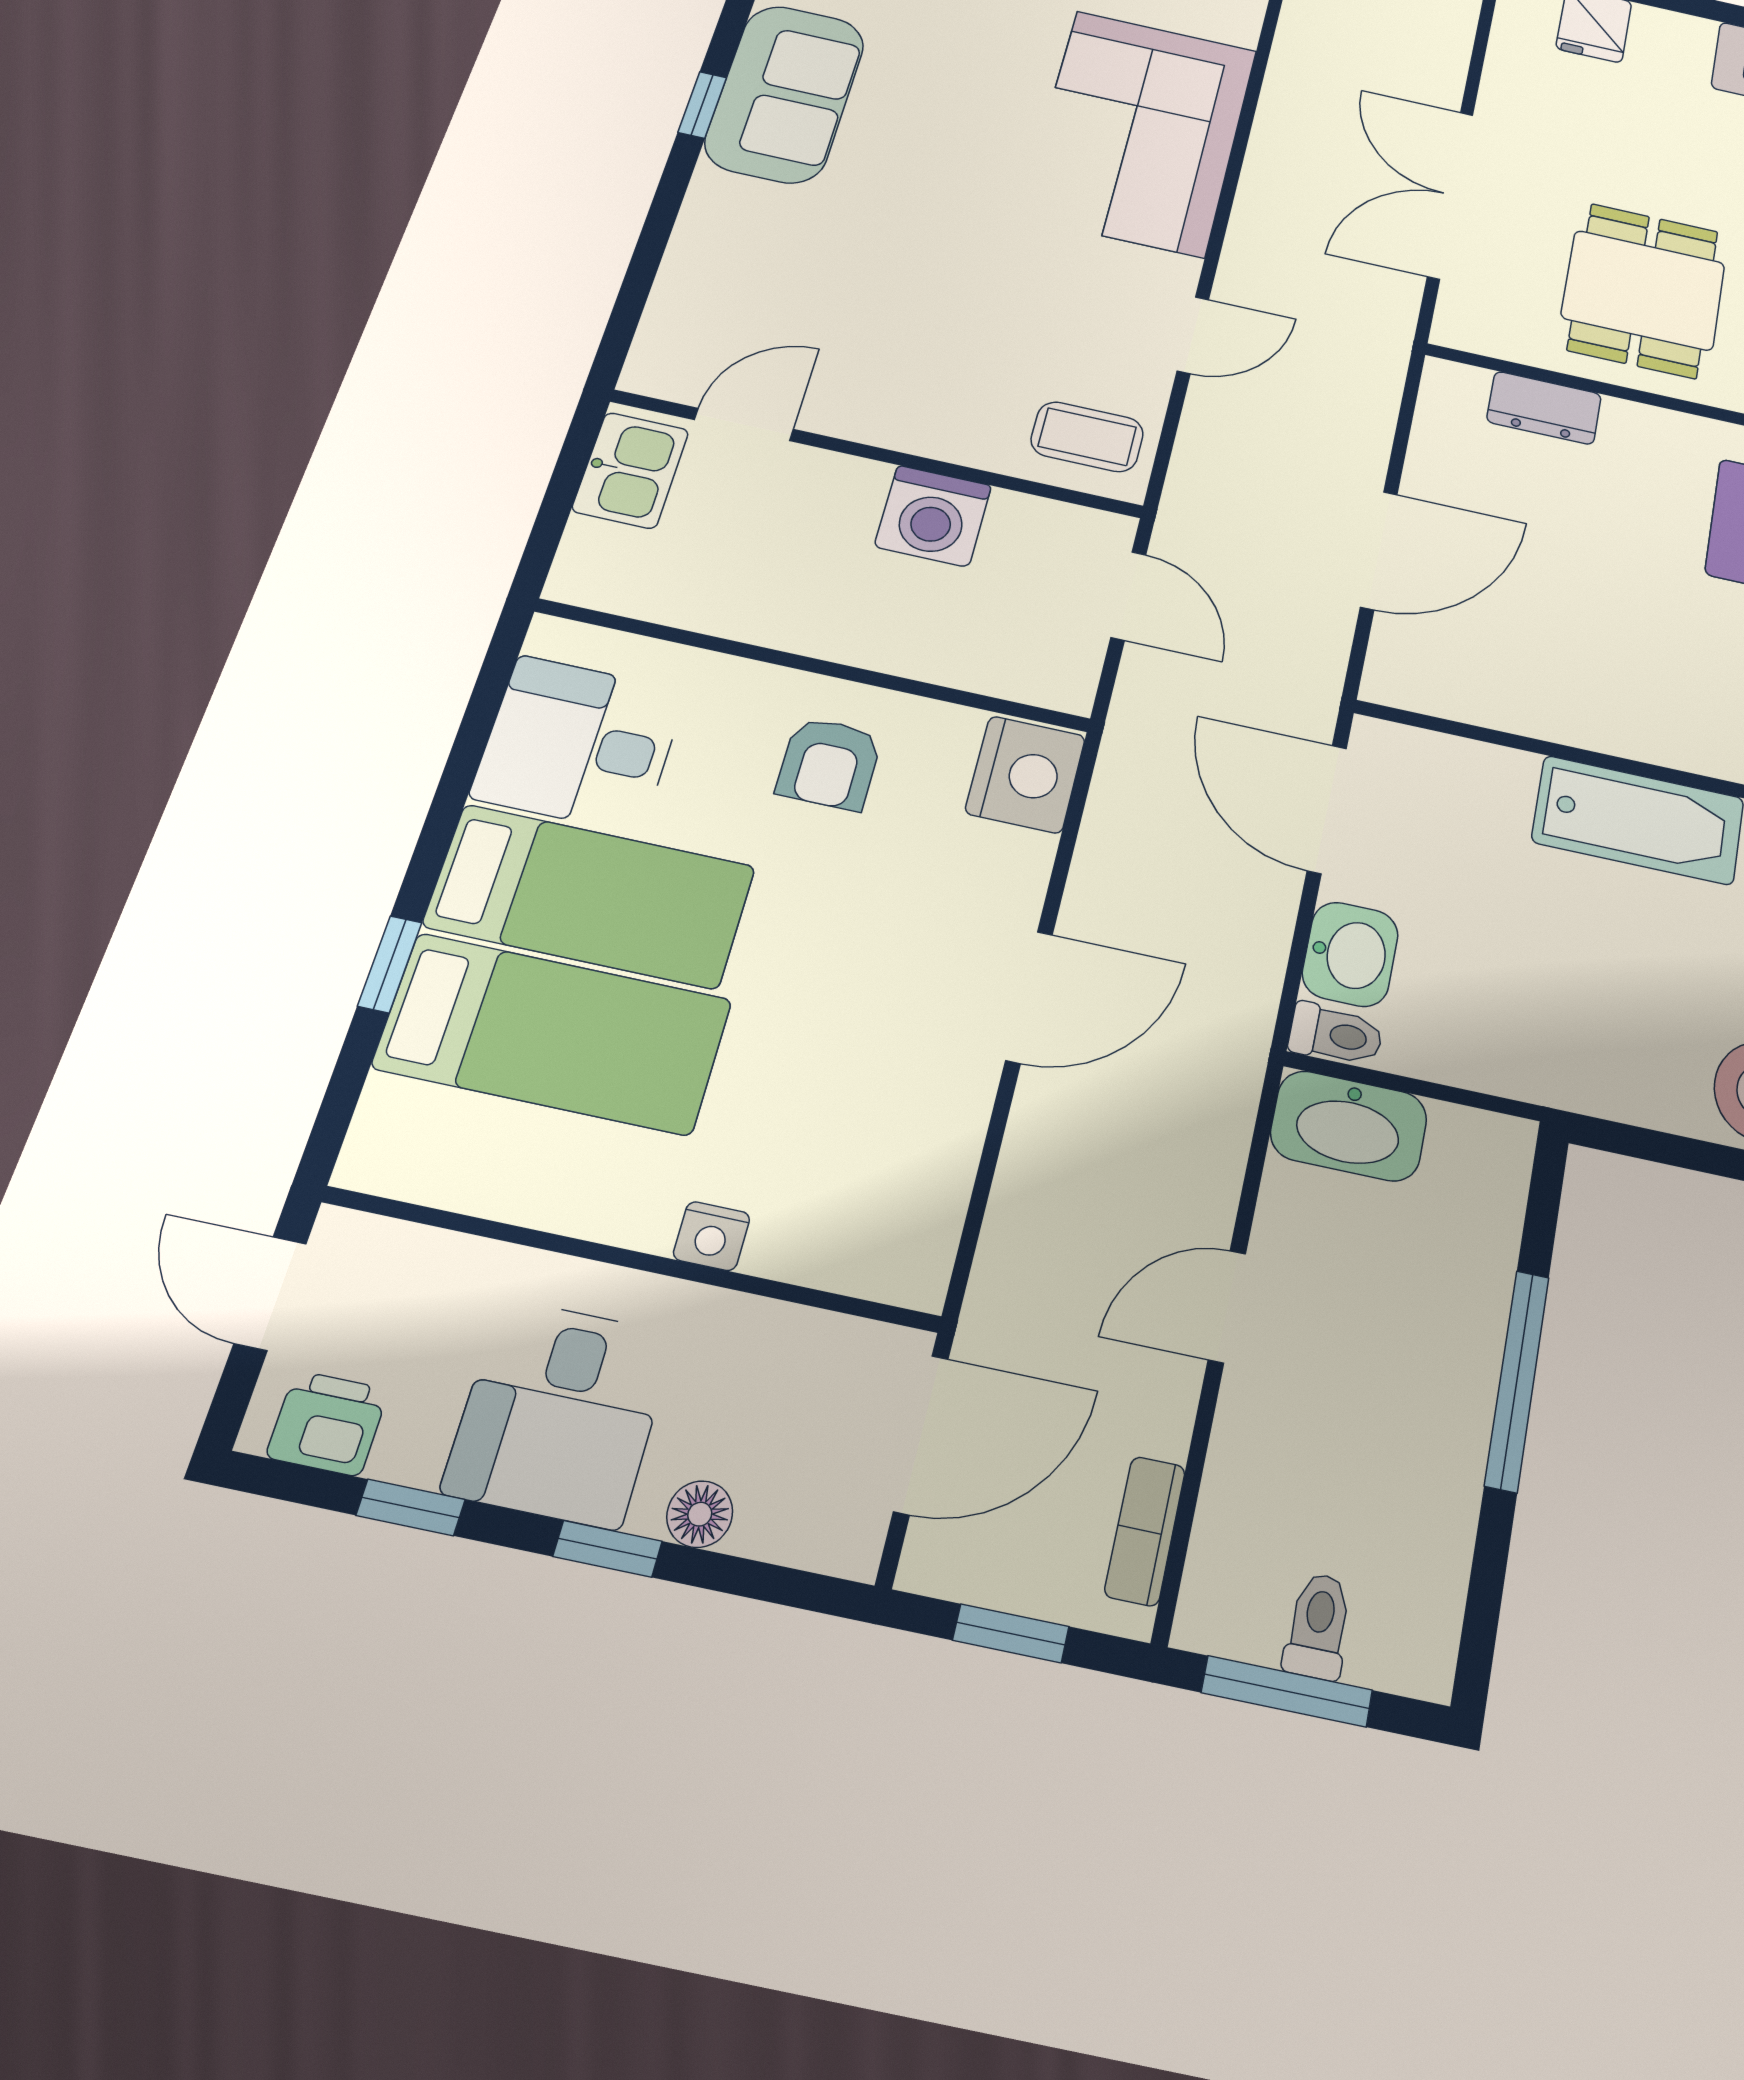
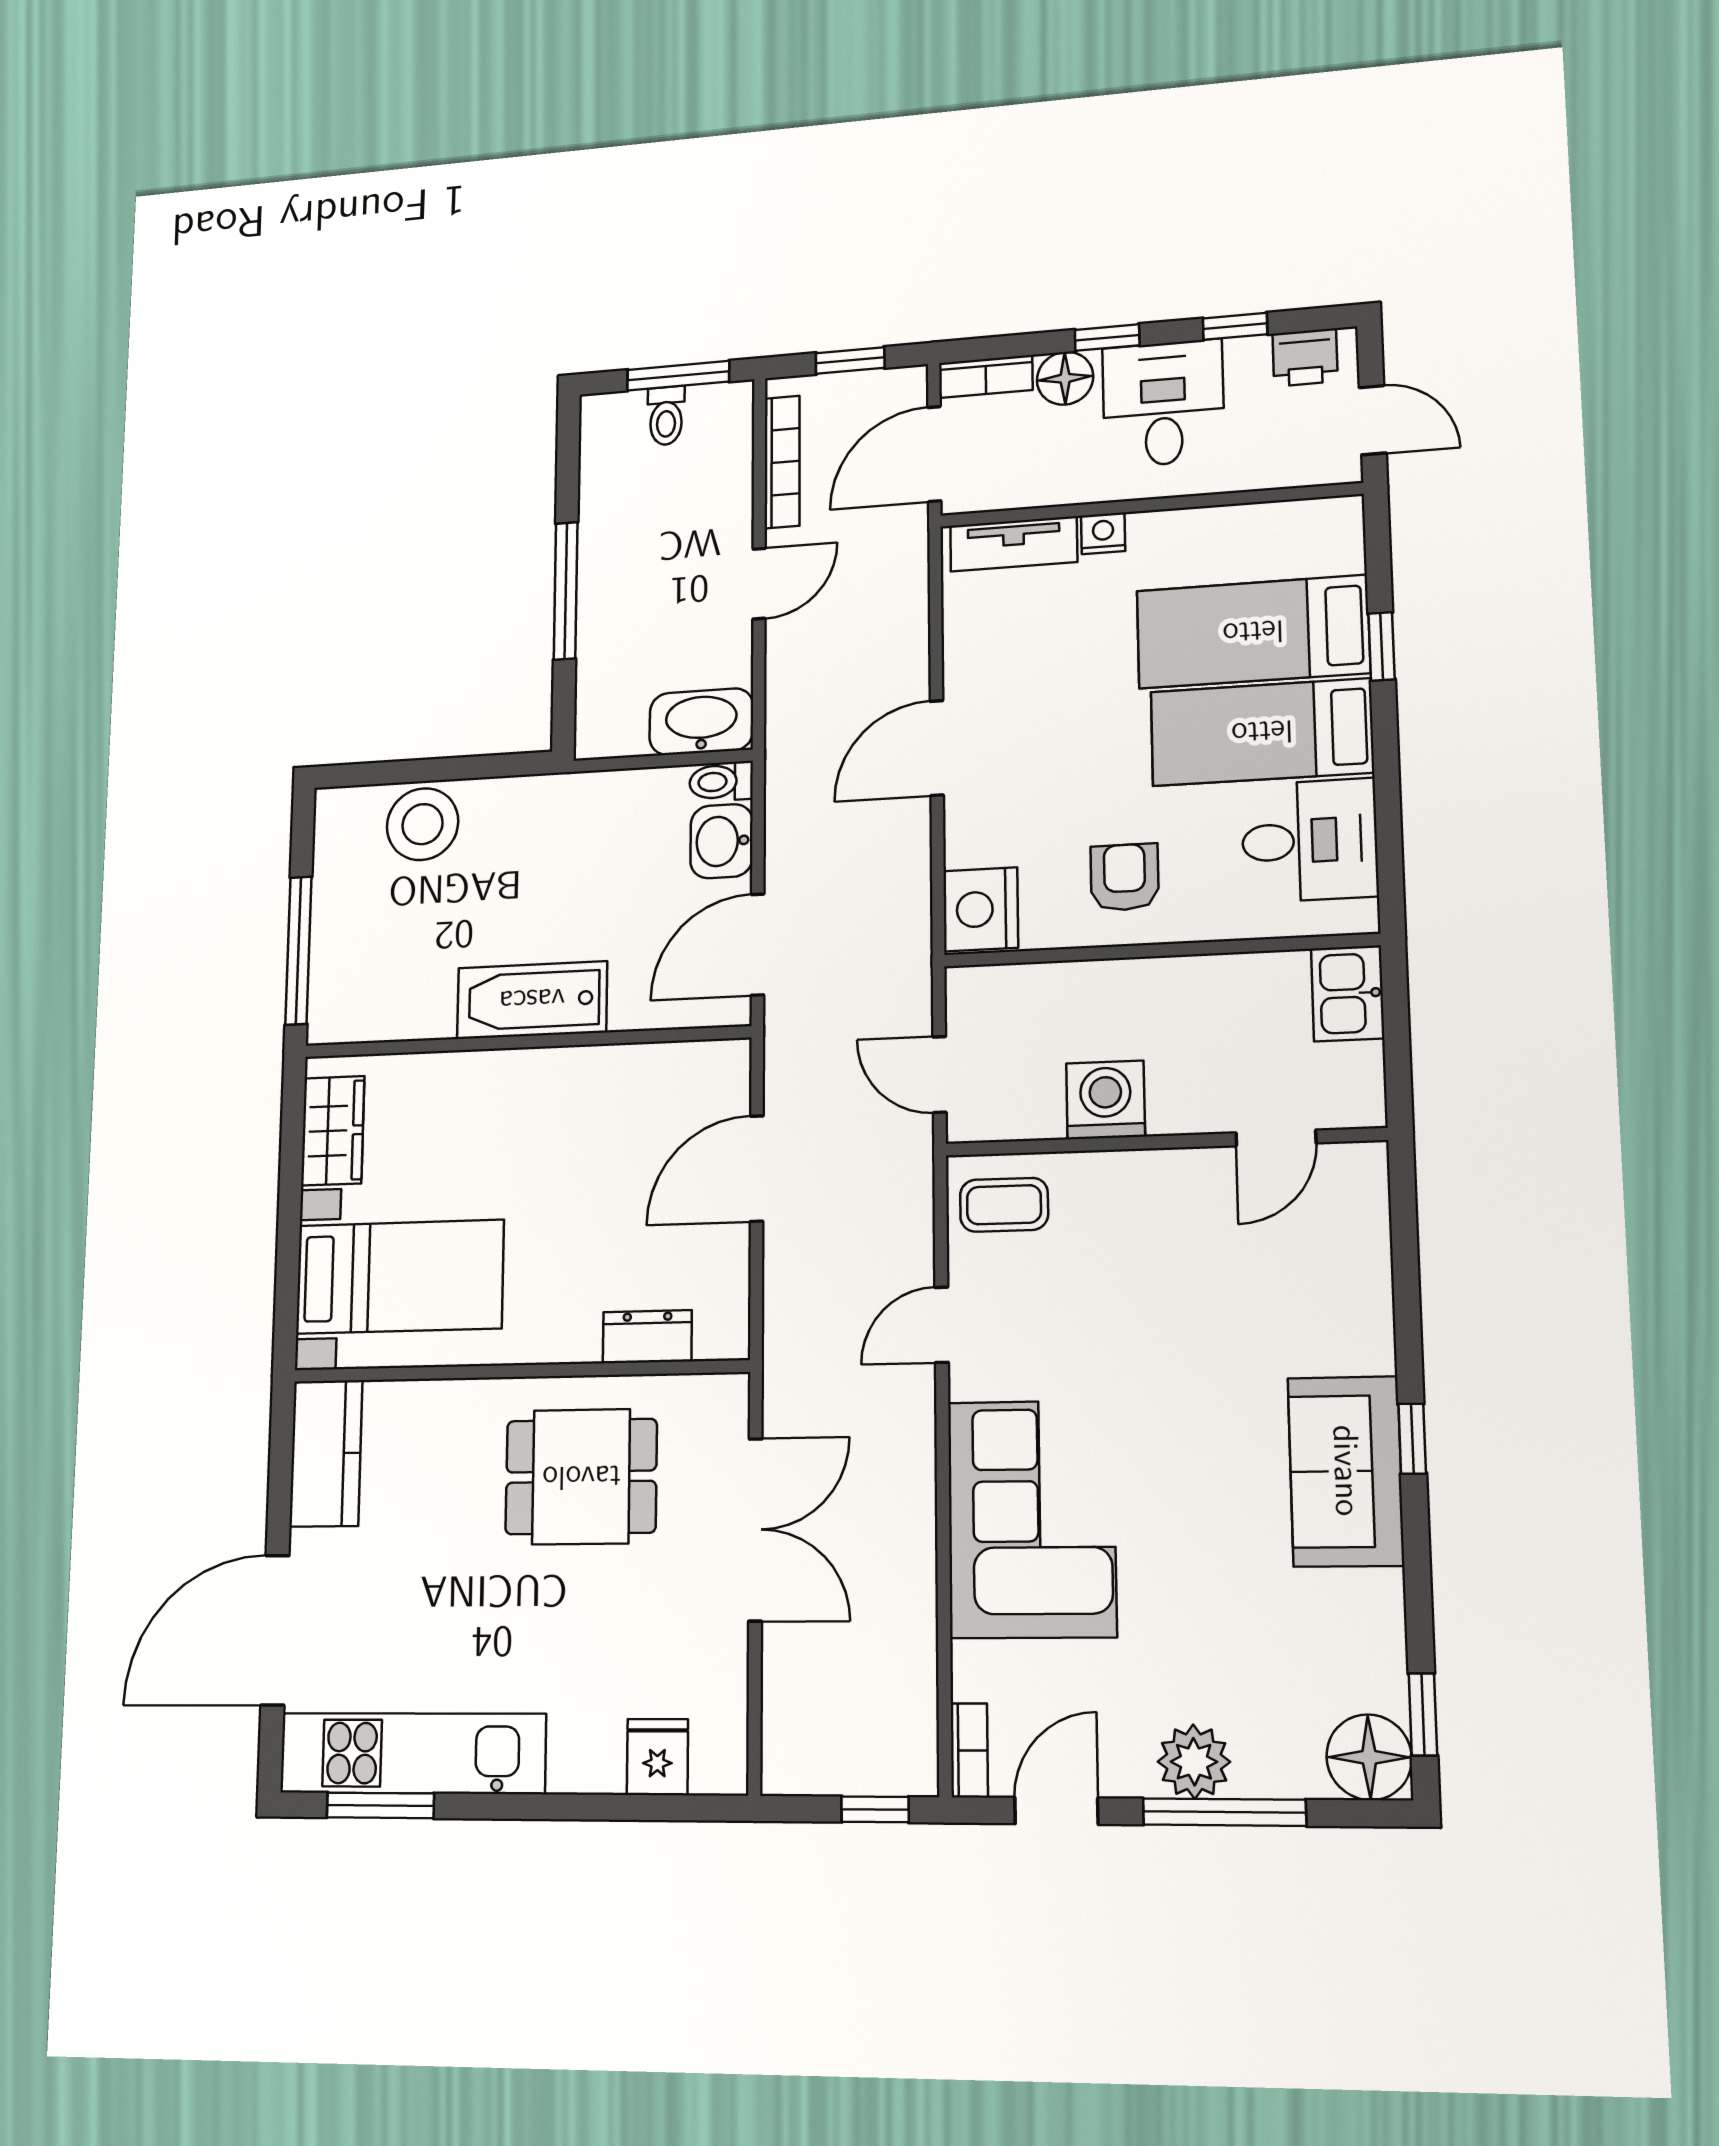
dining table: (1643, 290) -> (581, 1477), turned 90
kitchen sink: (631, 470) -> (1348, 993), moved
door: (1327, 809) -> (758, 945), swing flipped
tv unit: (843, 1258) -> (1014, 544), added
floor lamp: (700, 1514) -> (1065, 378), width x1.37, depth x1.37
bookcase: (1145, 1531) -> (782, 462), width x1.56
bookcase: (810, 1540) -> (986, 376), added

